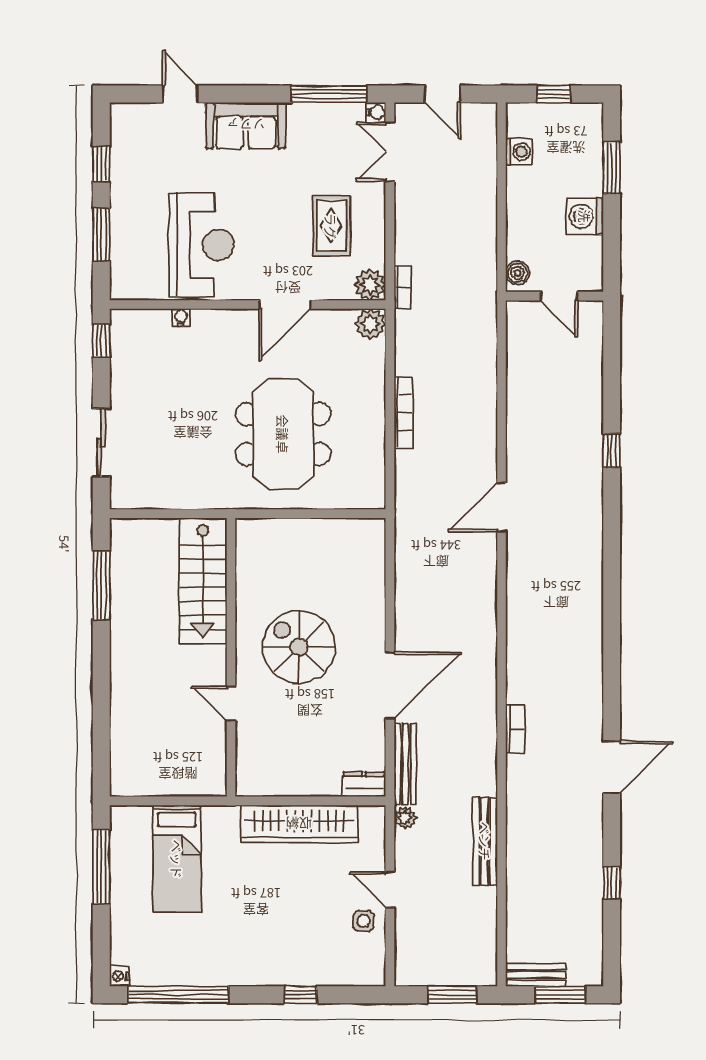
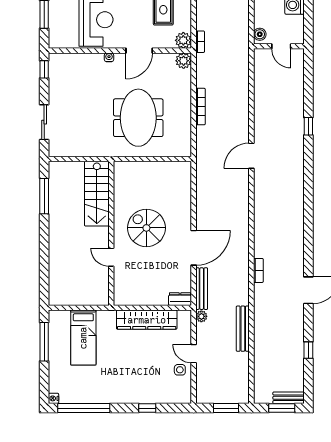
water cooler: (181, 318) -> (109, 57), moved
bench: (536, 975) -> (289, 398), moved

